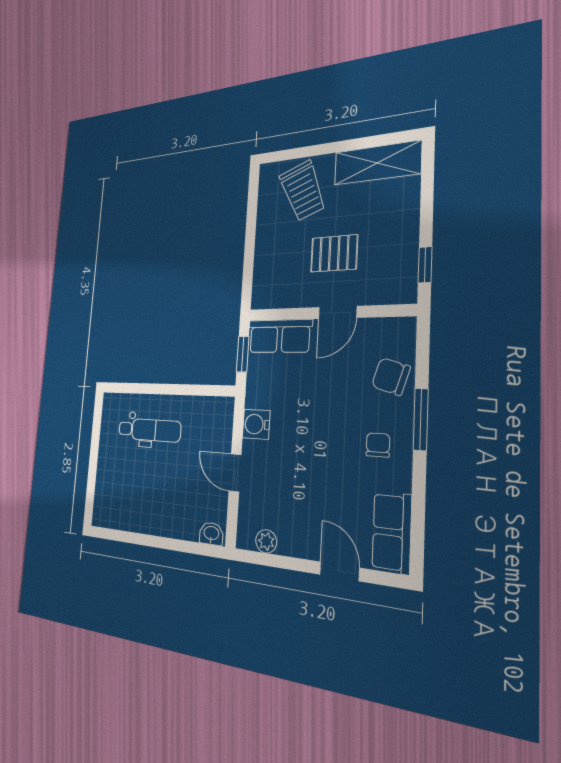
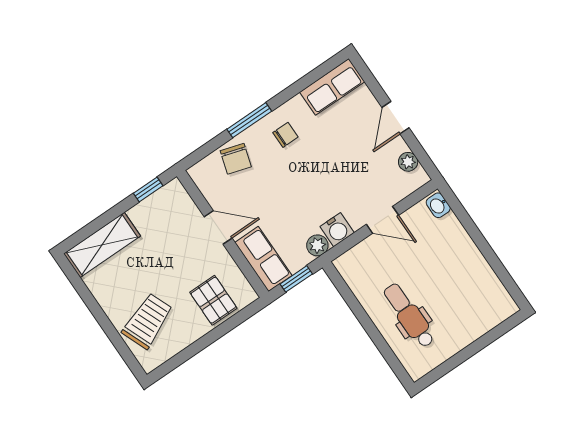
shelving: (377, 163) -> (102, 245), moved, turned 90
pallet: (334, 253) -> (213, 300), moved
plant: (256, 395) -> (317, 245), added
chair: (378, 445) -> (285, 135), turned 180
door: (235, 473) -> (383, 220), hinge flipped
door: (339, 571) -> (395, 118), moved

